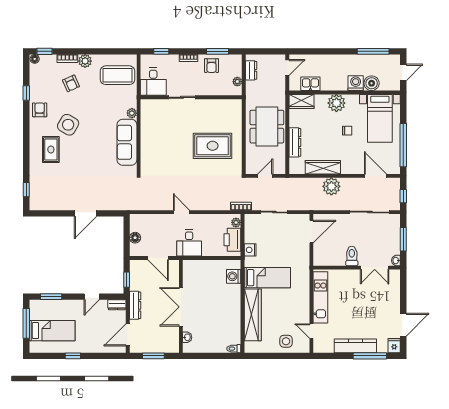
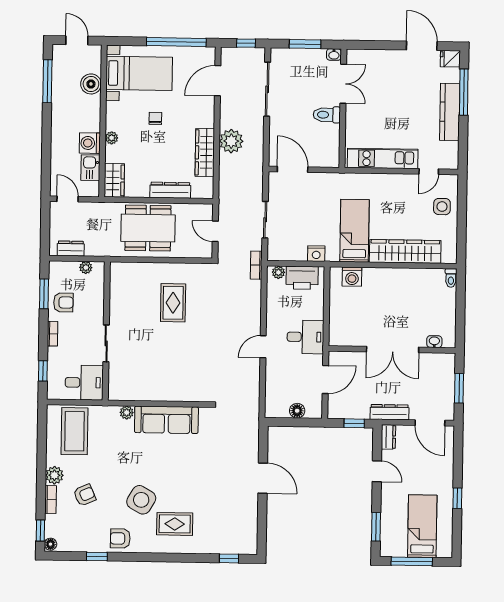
washing machine: (356, 83) -> (90, 143), moved
plant: (336, 103) -> (112, 138), width x0.53, depth x0.53
rug: (213, 146) -> (173, 303), width x0.73, depth x0.70

